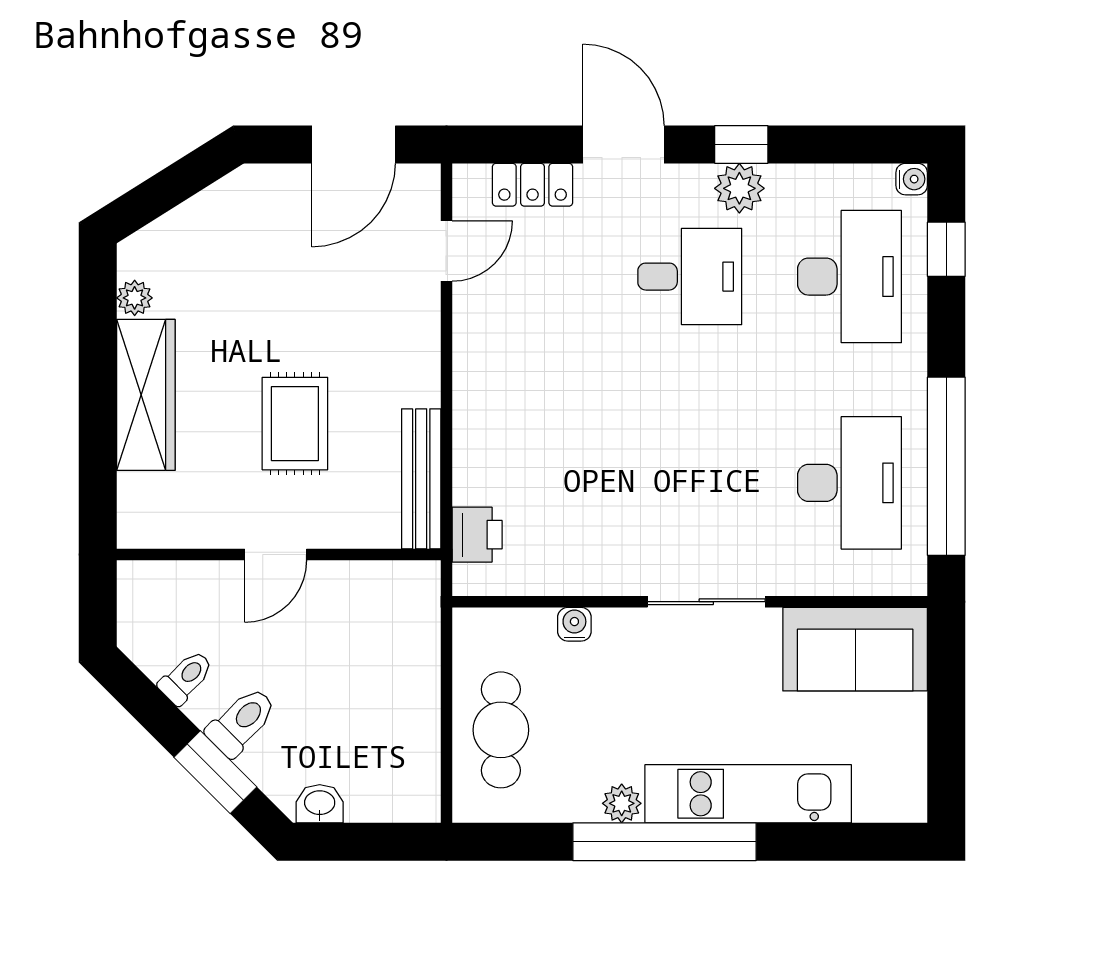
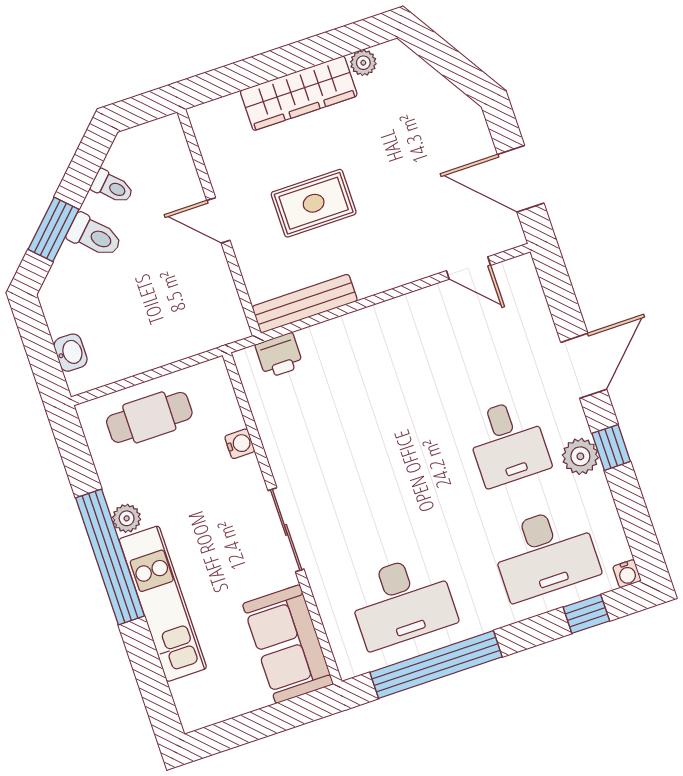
locker: (533, 185) -> (535, 312), removed
washbasin: (320, 804) -> (71, 353), moved

